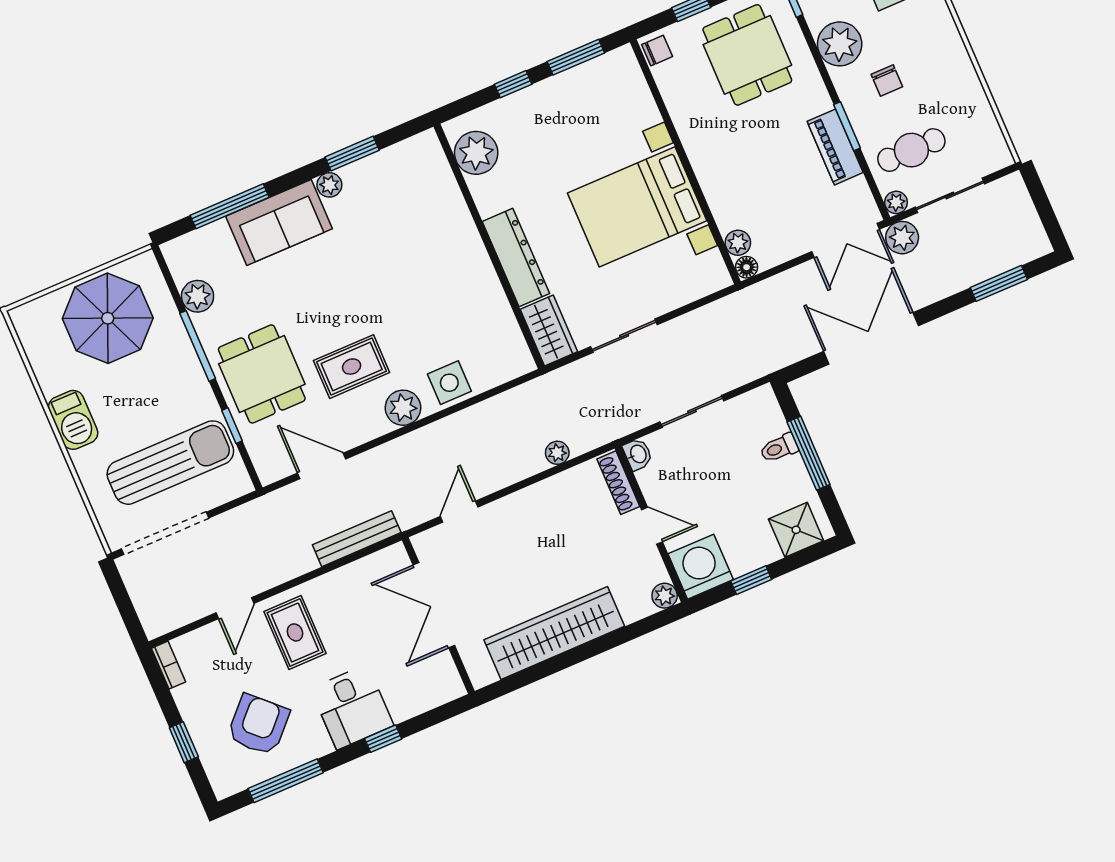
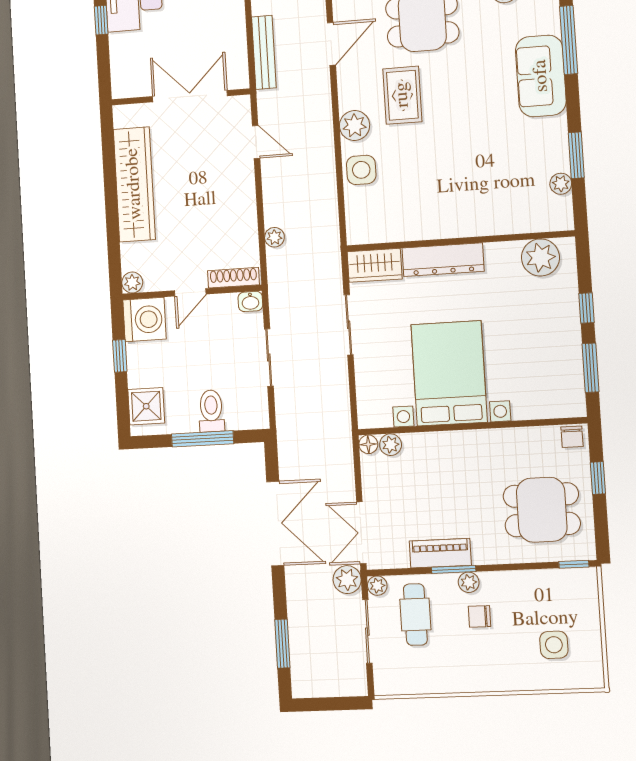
plant: (840, 44) -> (469, 582), moved, width x0.53, depth x0.53
plant: (329, 185) -> (561, 184), moved
toilet: (779, 448) -> (211, 411), width x1.37, depth x1.39

